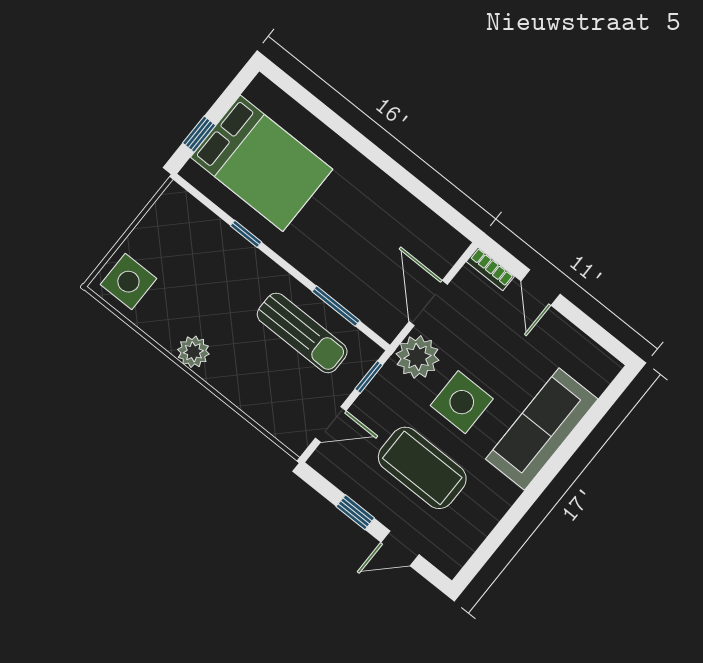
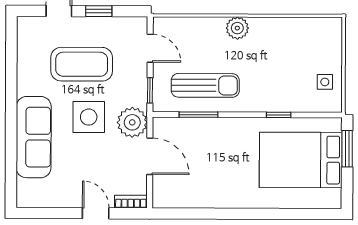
window: (199, 134) -> (347, 149), width x1.50
side table: (128, 282) -> (325, 82), moved, width x0.54, depth x0.54
sun lounger: (302, 333) -> (205, 85), turned 180
plant: (193, 352) -> (237, 28), moved
door: (331, 424) -> (150, 48), swing flipped

